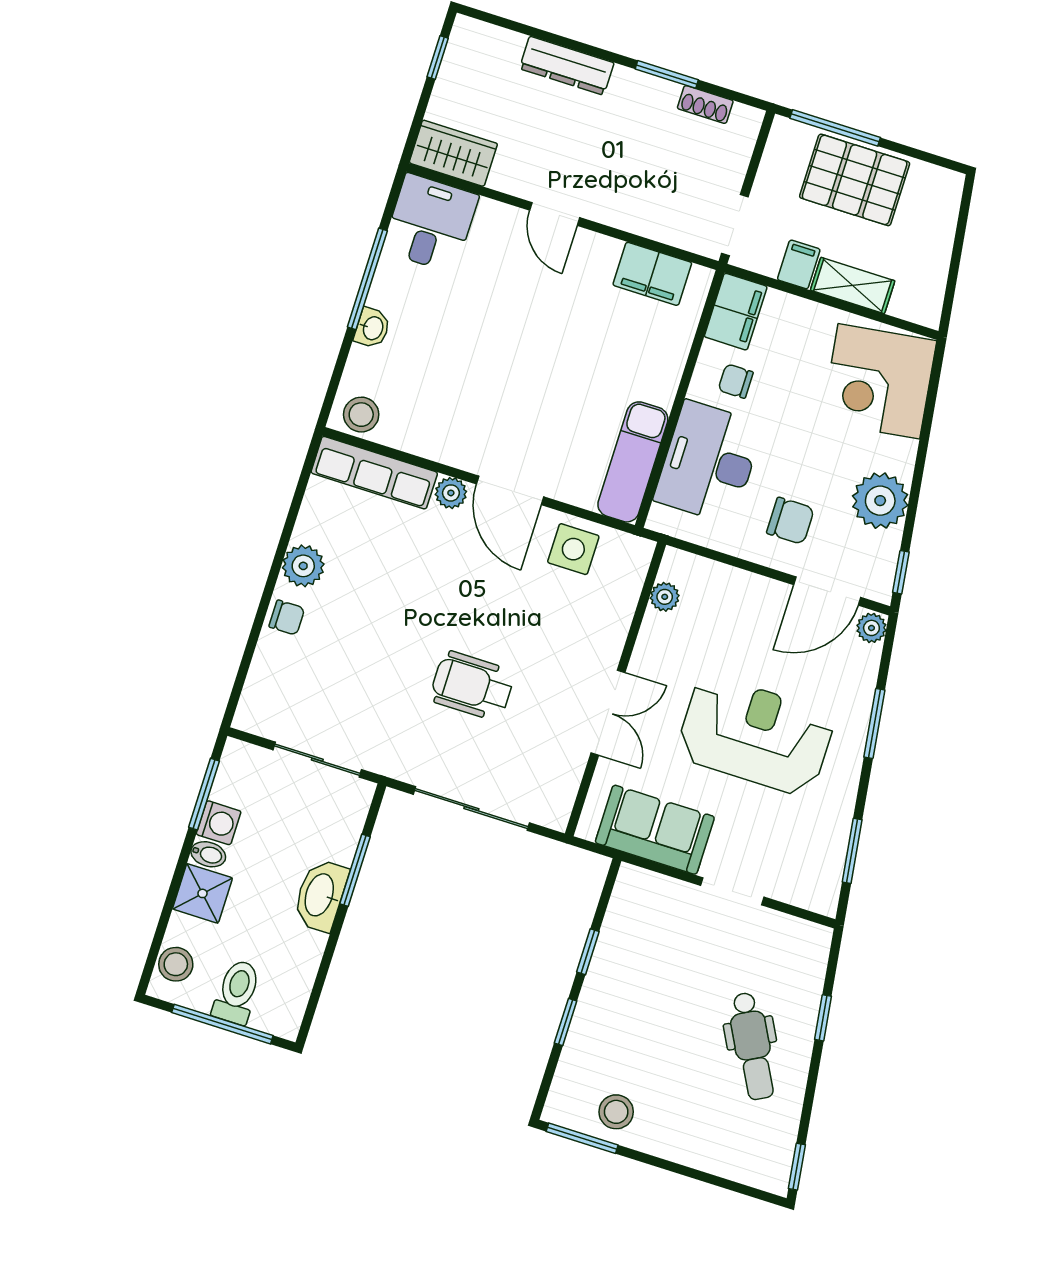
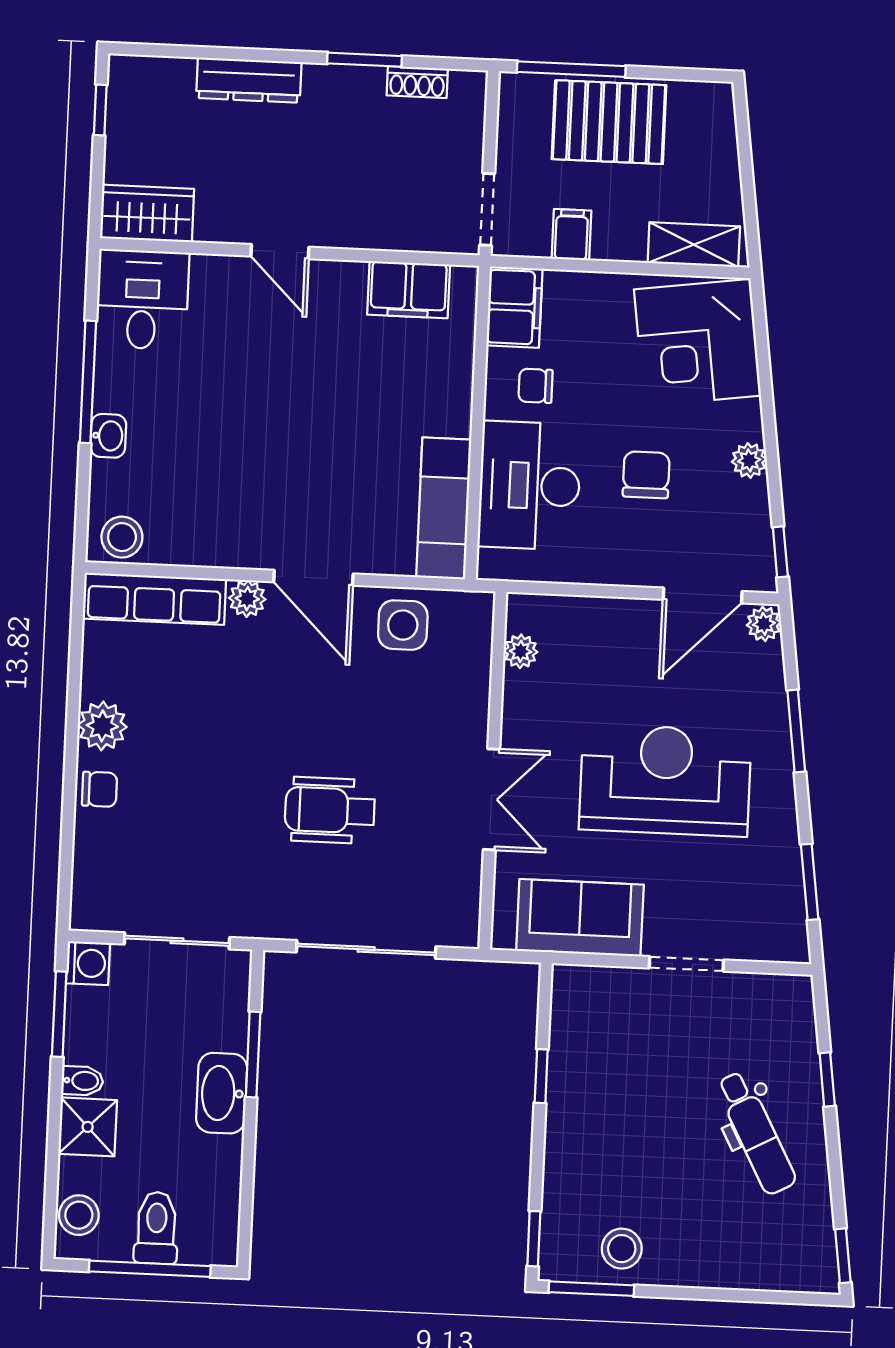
shelving: (853, 285) -> (694, 245), moved
plant: (880, 501) -> (749, 460), width x0.53, depth x0.53
chair: (790, 521) -> (646, 475), moved, turned -90
washing machine: (219, 823) -> (88, 963), moved
window: (566, 1022) -> (534, 1239), moved

